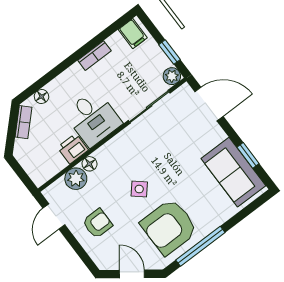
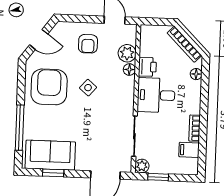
filing cabinet: (133, 34) -> (189, 150), moved
bookcase: (23, 122) -> (184, 44), width x1.56
window: (200, 246) -> (20, 128), moved

